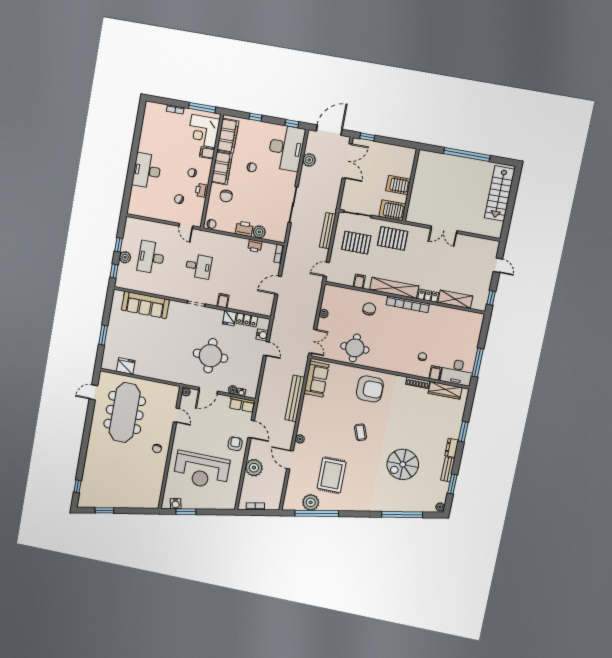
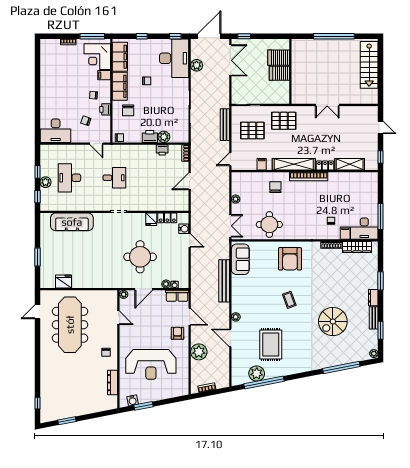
desk: (147, 171) -> (56, 131), moved, turned -90
server rack: (392, 210) -> (279, 58), moved
filing cabinet: (223, 301) -> (142, 205), removed
armchair: (370, 389) -> (290, 259), turned 90
dresser: (158, 481) -> (113, 383), added

